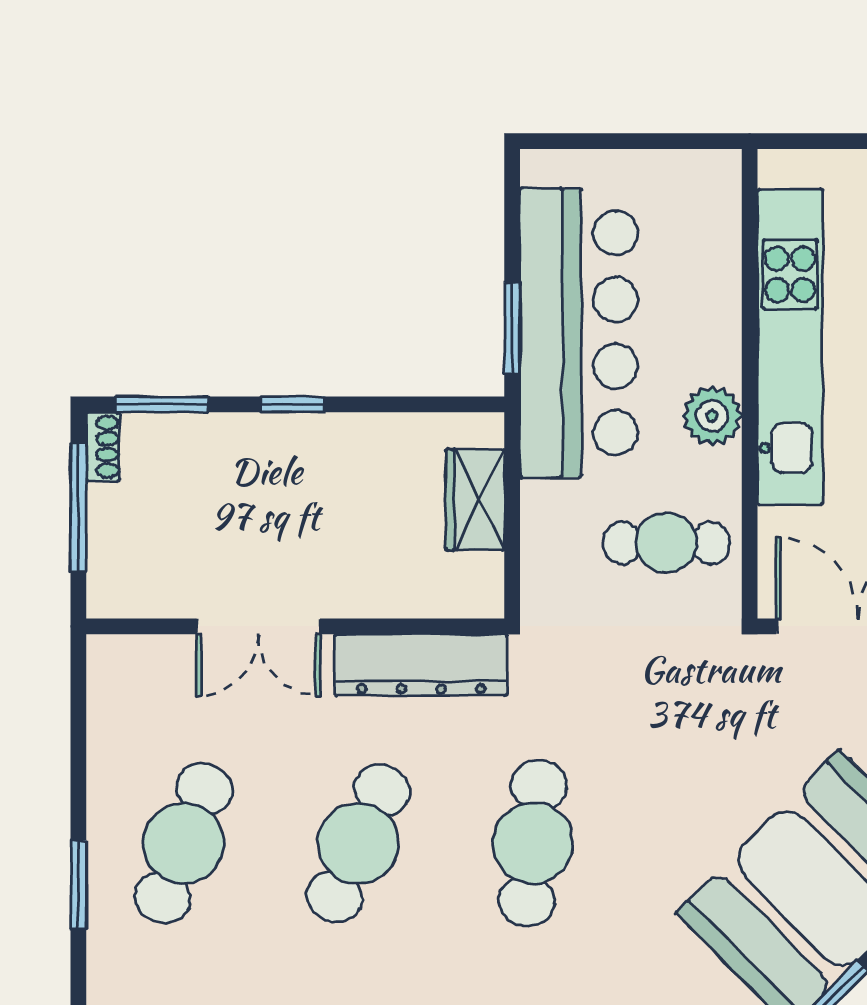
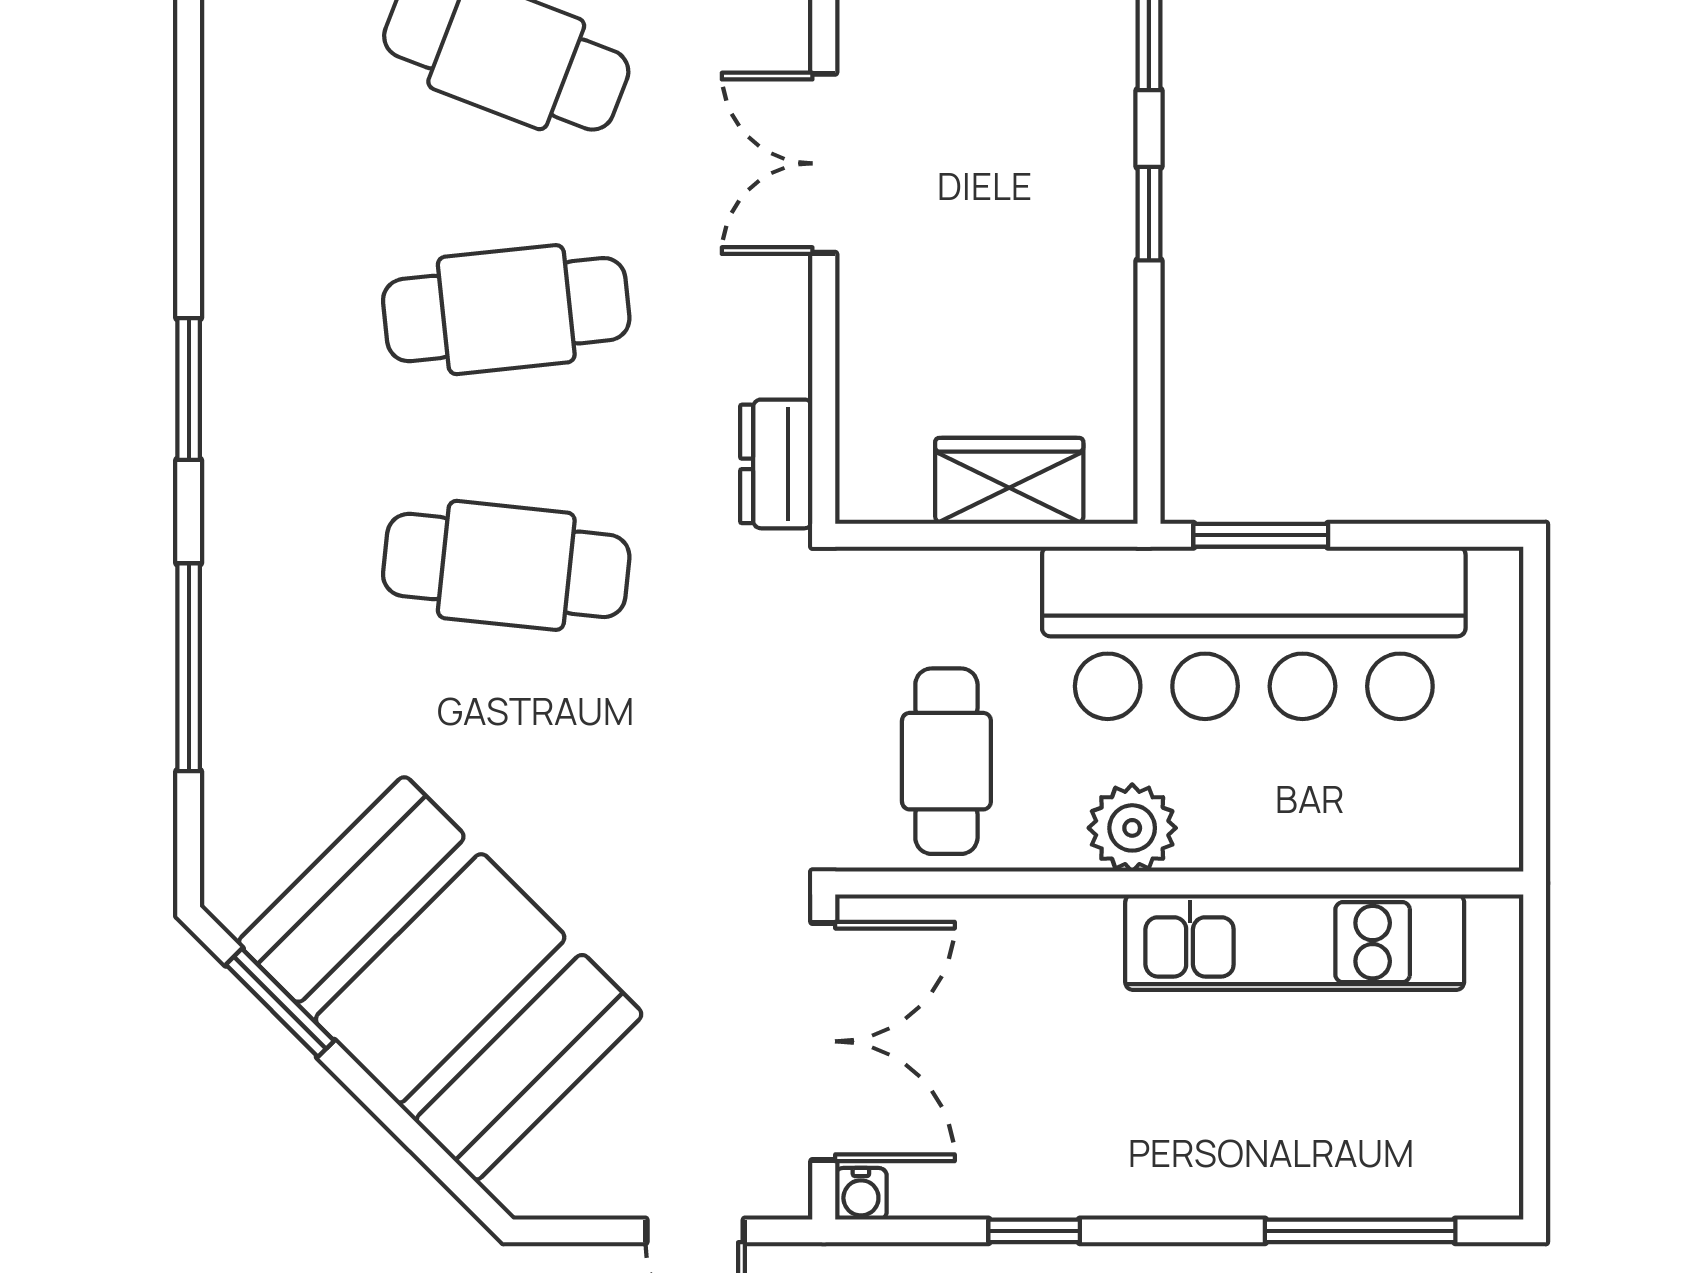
kitchen unit: (790, 347) -> (1295, 942), width x0.73
dresser: (421, 665) -> (776, 464), width x0.51, depth x0.80
cafe table: (358, 843) -> (506, 310), turned -30

